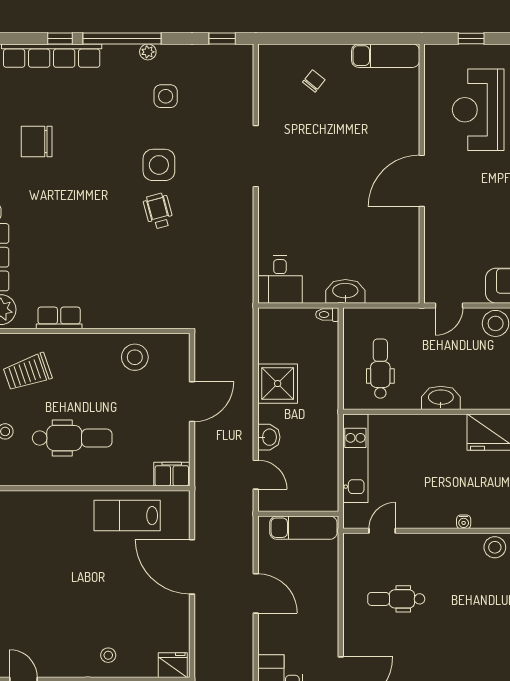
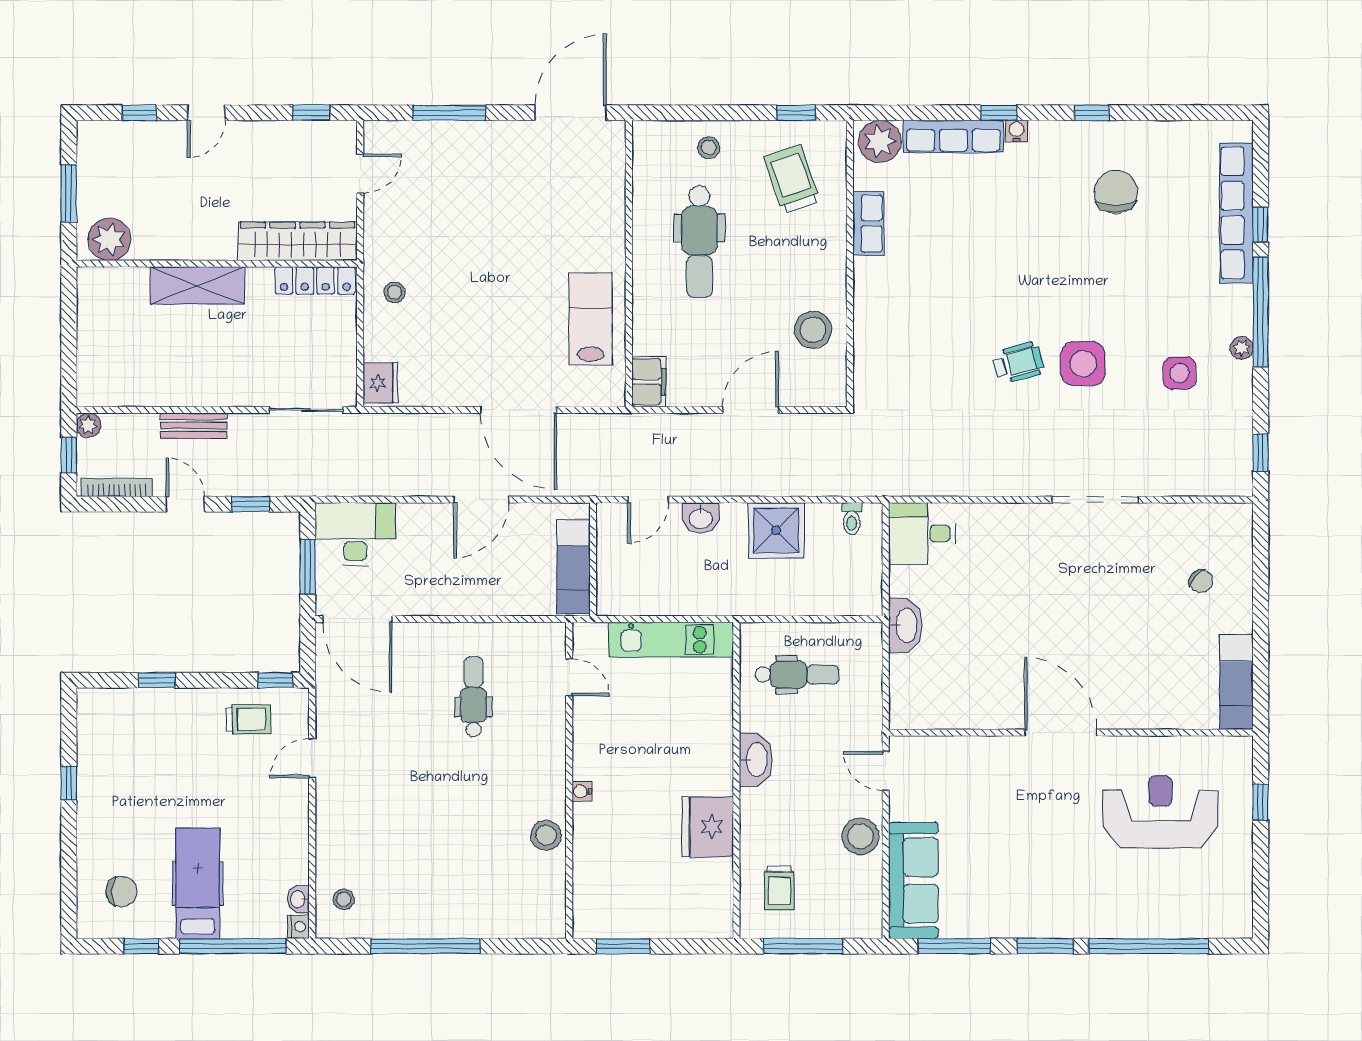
toilet: (327, 315) -> (852, 519), moved, turned 180
door: (192, 402) -> (751, 410), swing flipped
door: (192, 567) -> (518, 410), swing flipped

